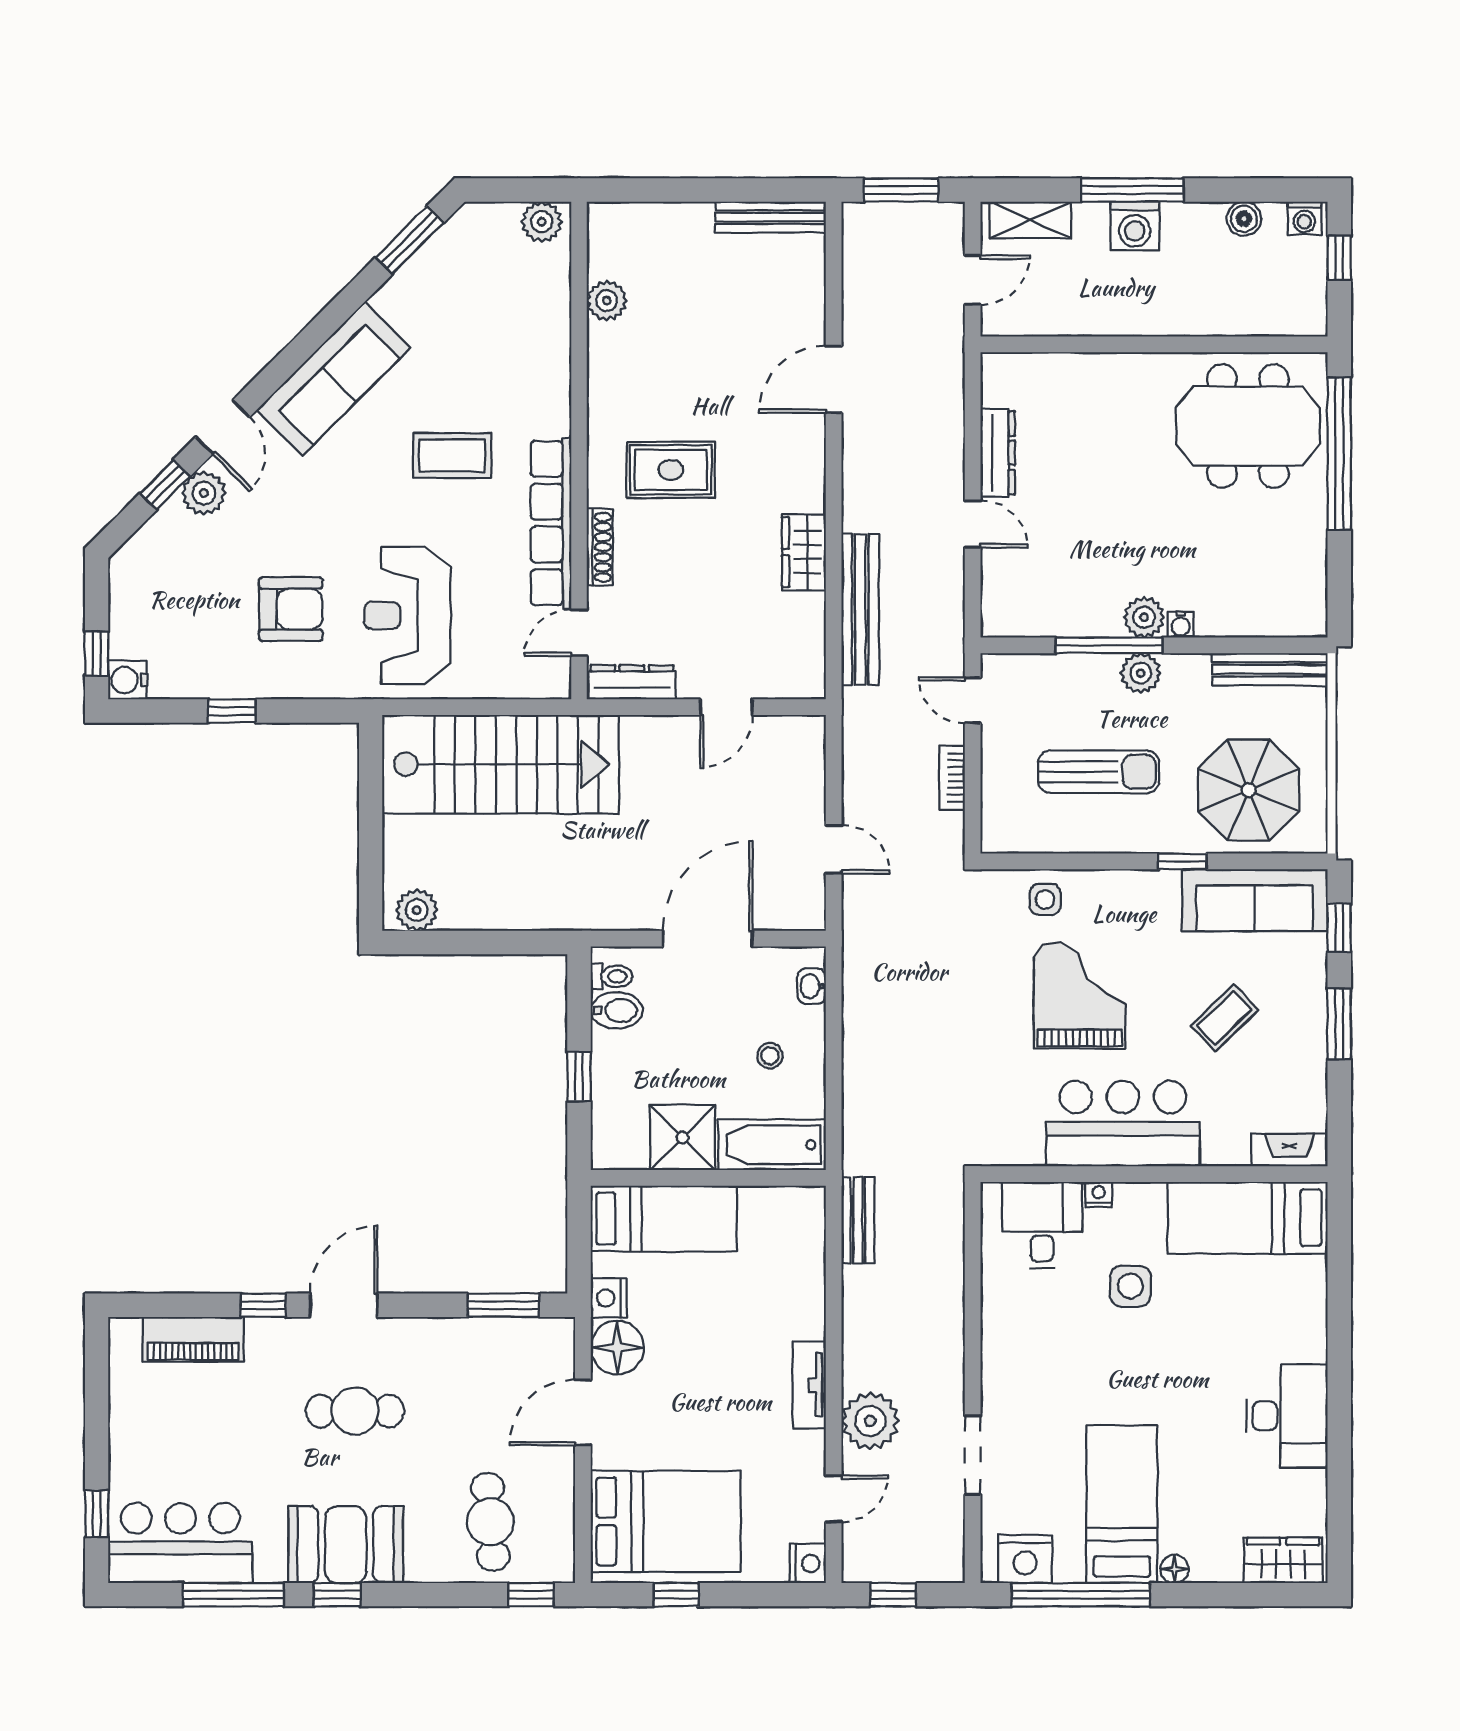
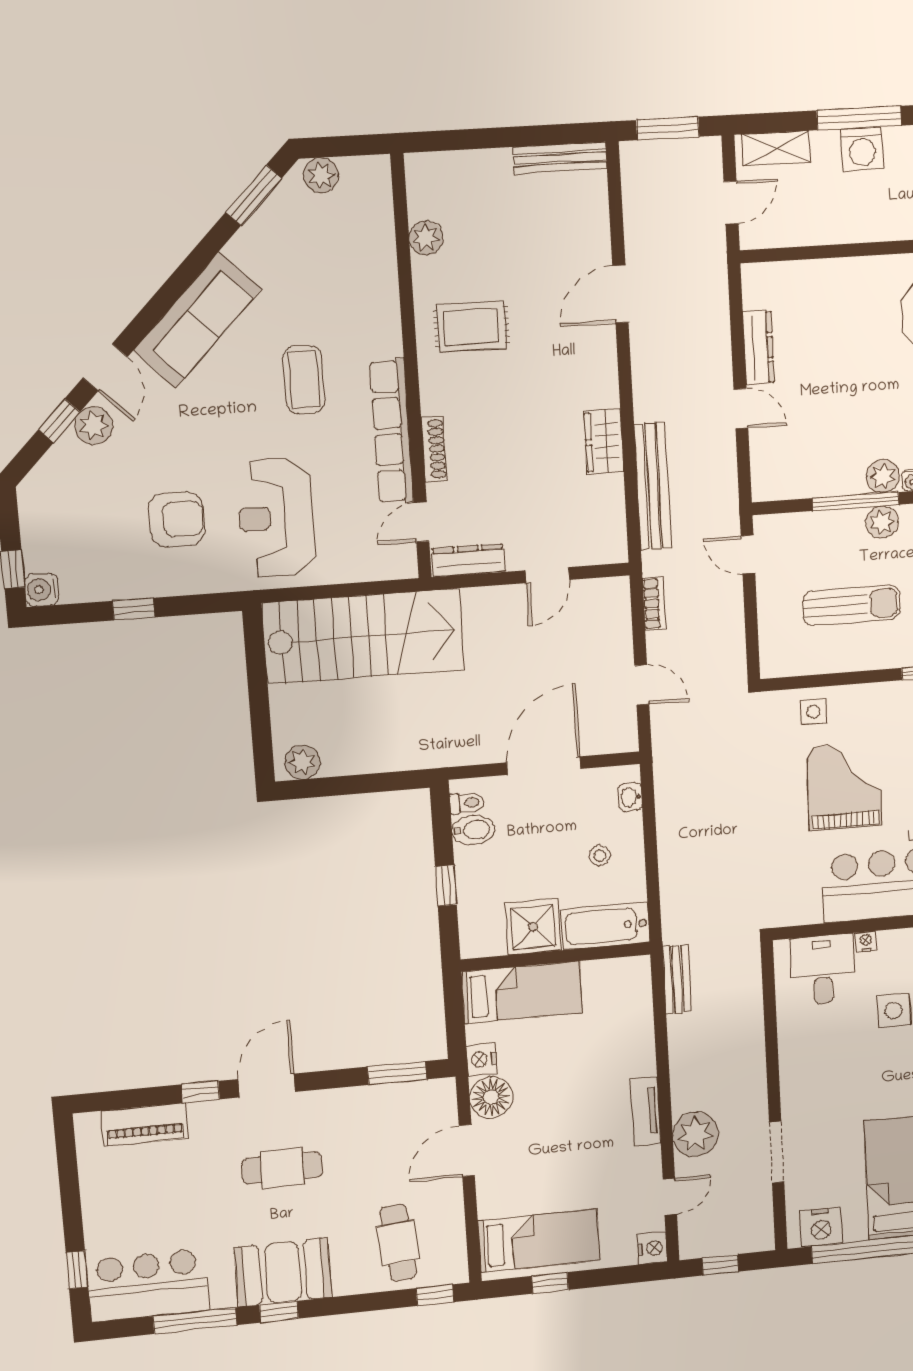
plant: (542, 222) -> (321, 175), moved
coffee table: (452, 456) -> (304, 379), turned 90
rug: (671, 470) -> (471, 327), moved
bookcase: (952, 778) -> (654, 603), moved, turned 180
bed: (666, 1521) -> (539, 1241), width x0.67

